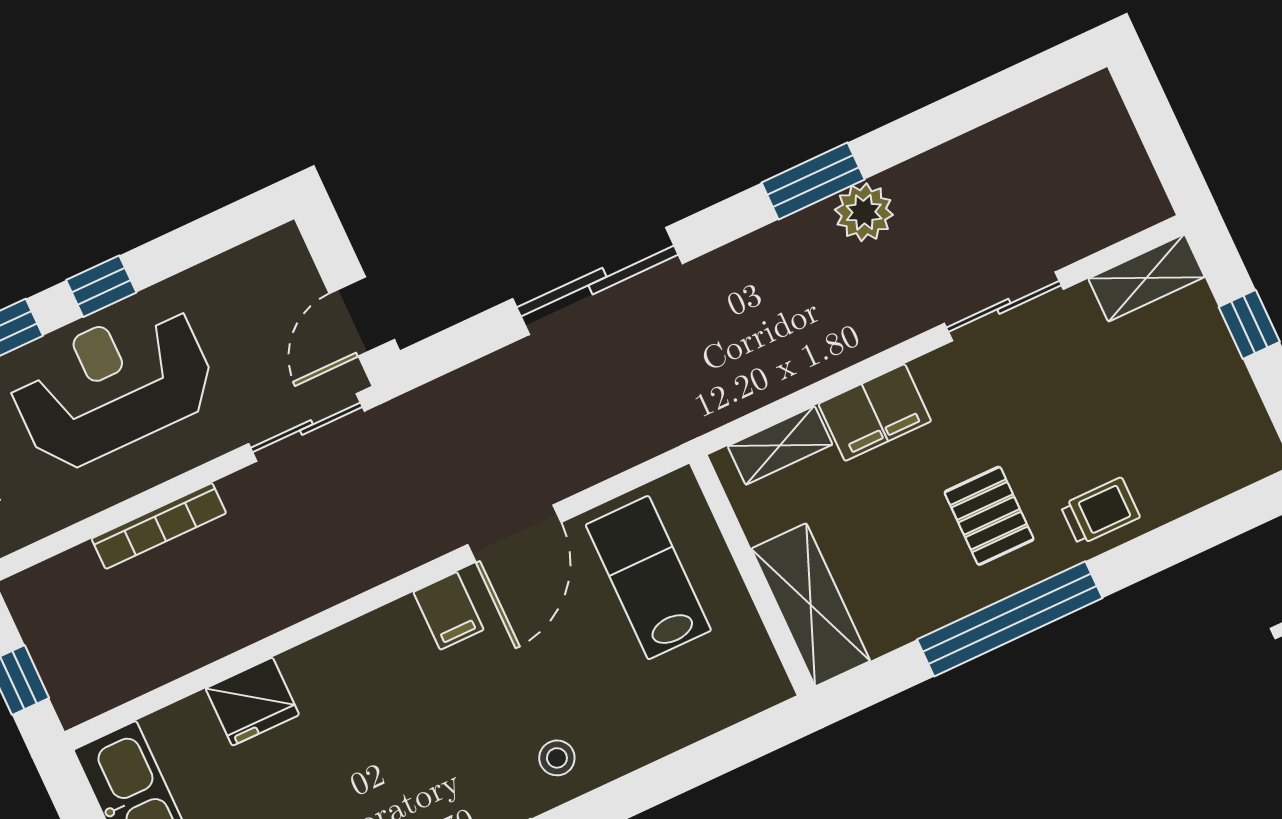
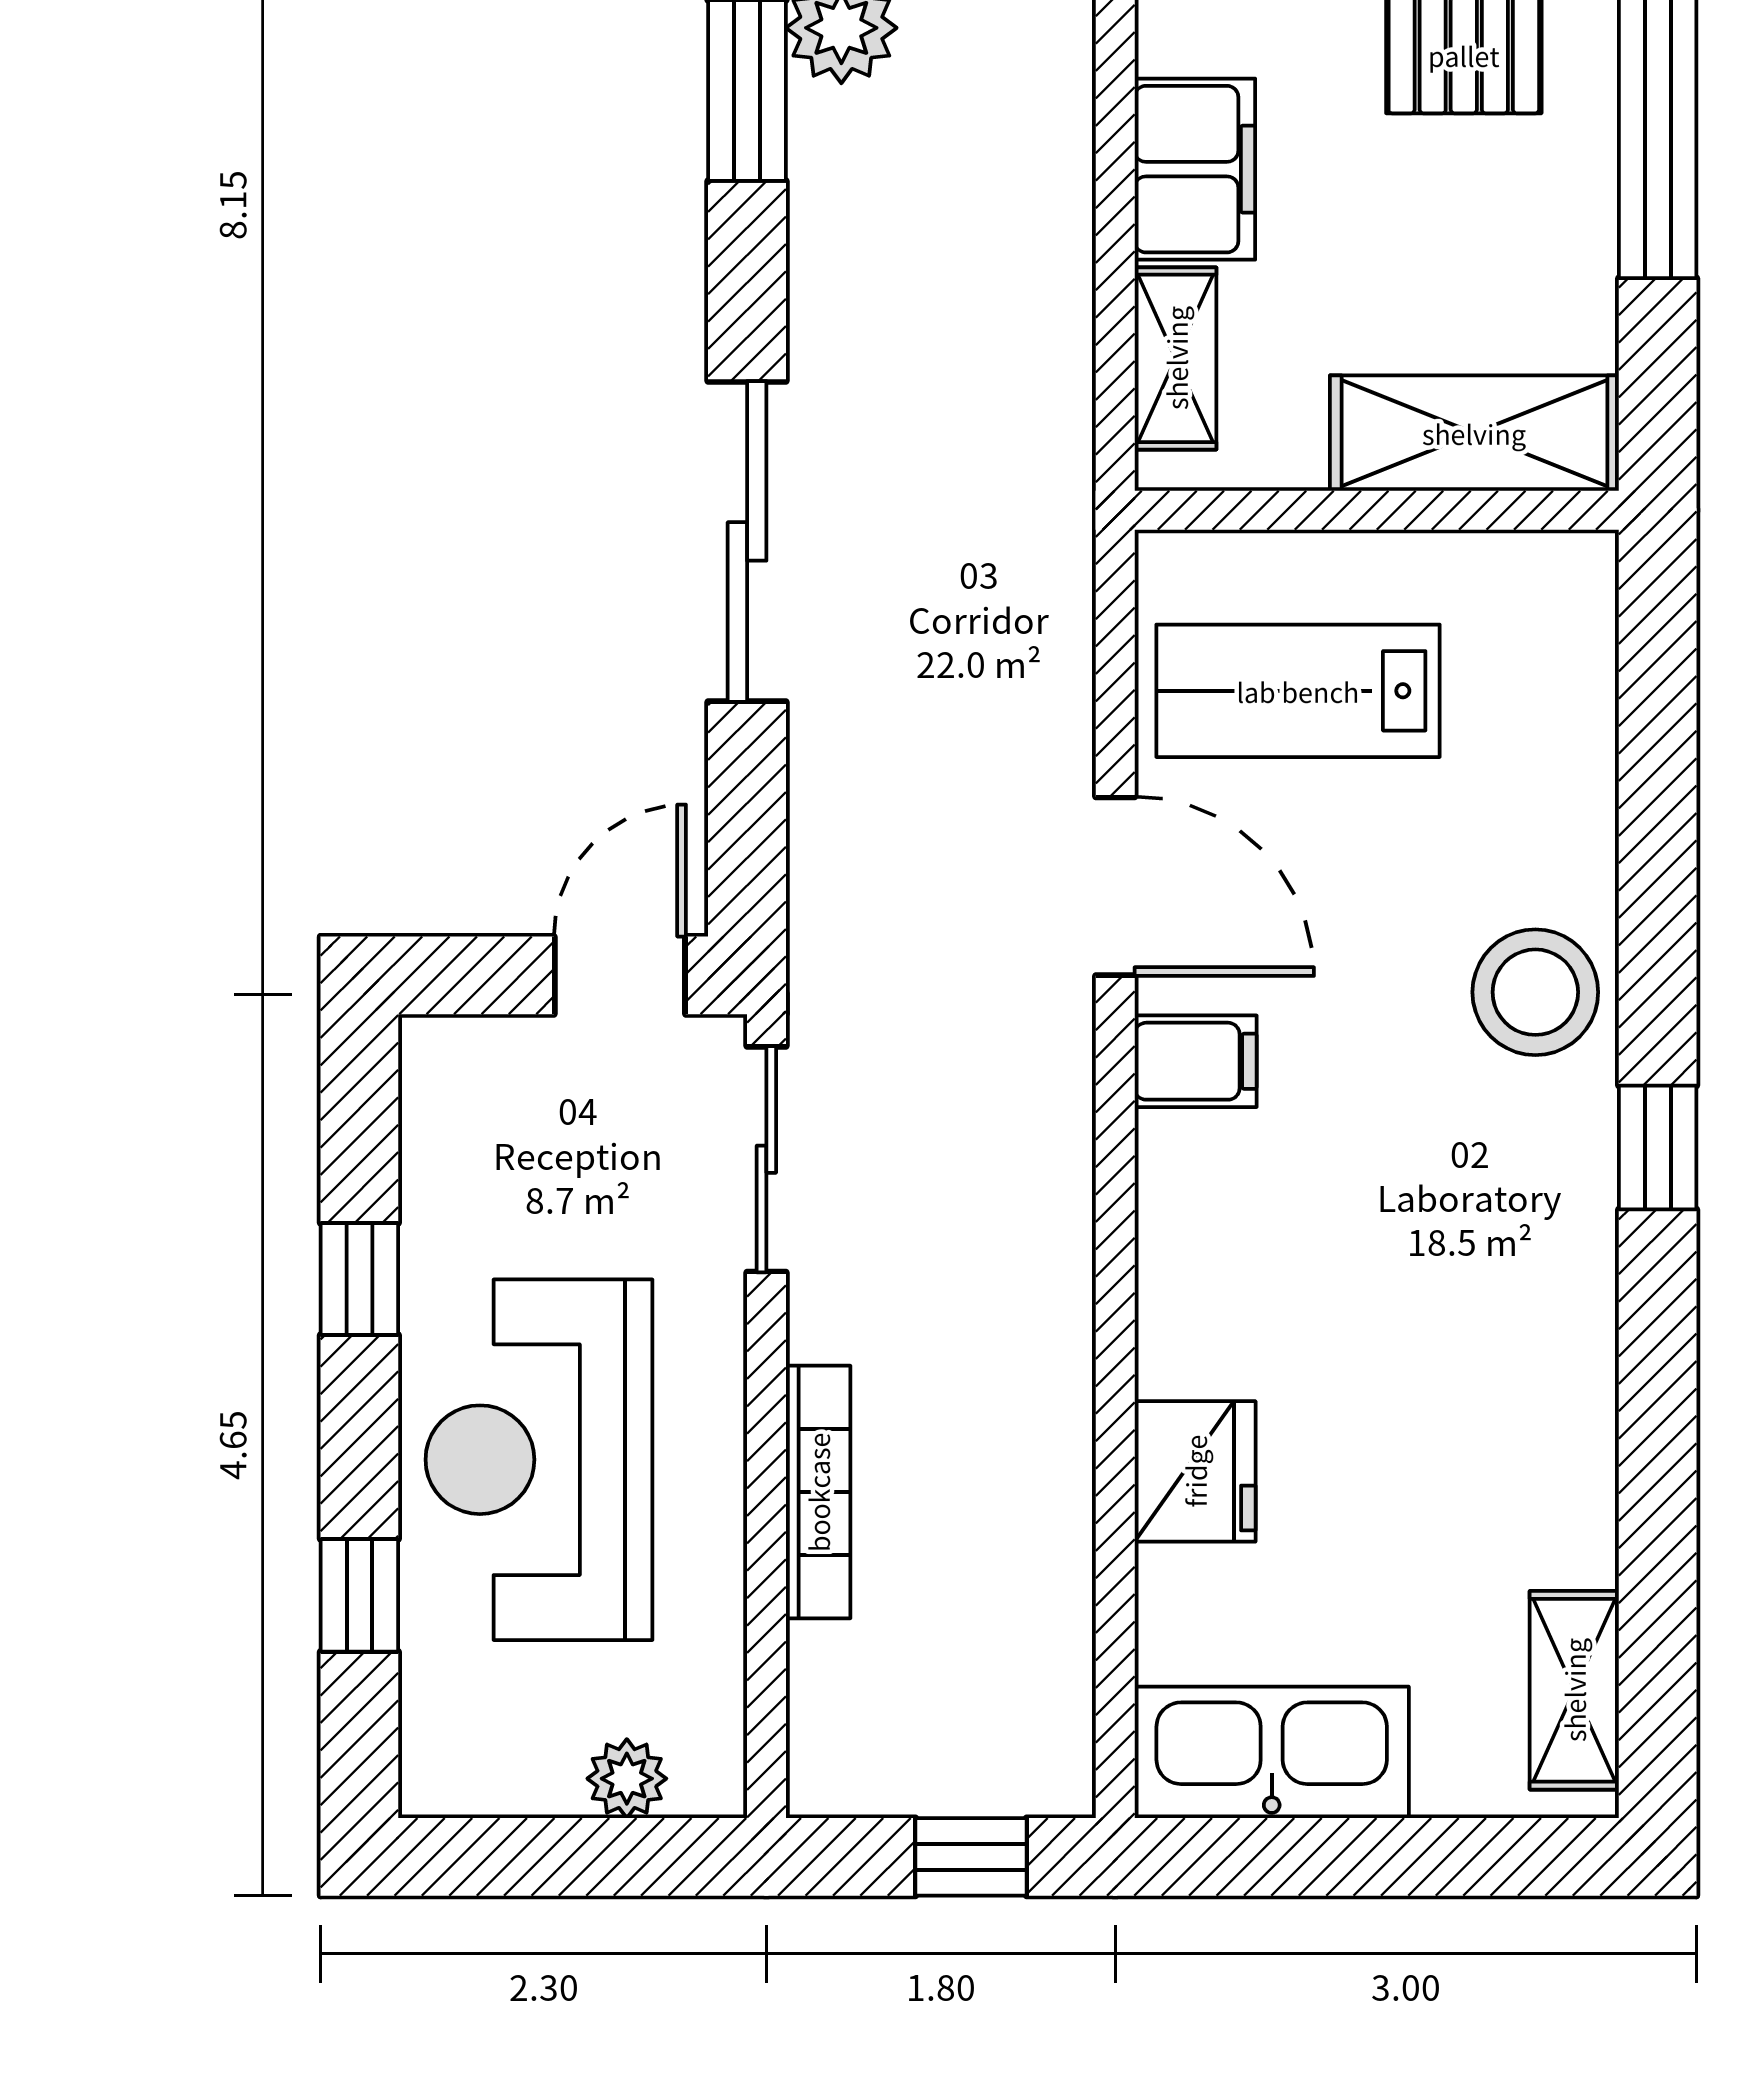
window: (101, 286) -> (359, 1279), moved
door: (362, 317) -> (620, 975), swing flipped
stool: (557, 758) -> (1535, 992), width x1.89, depth x1.89

